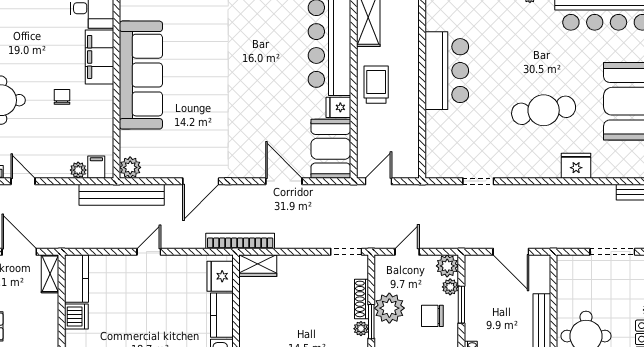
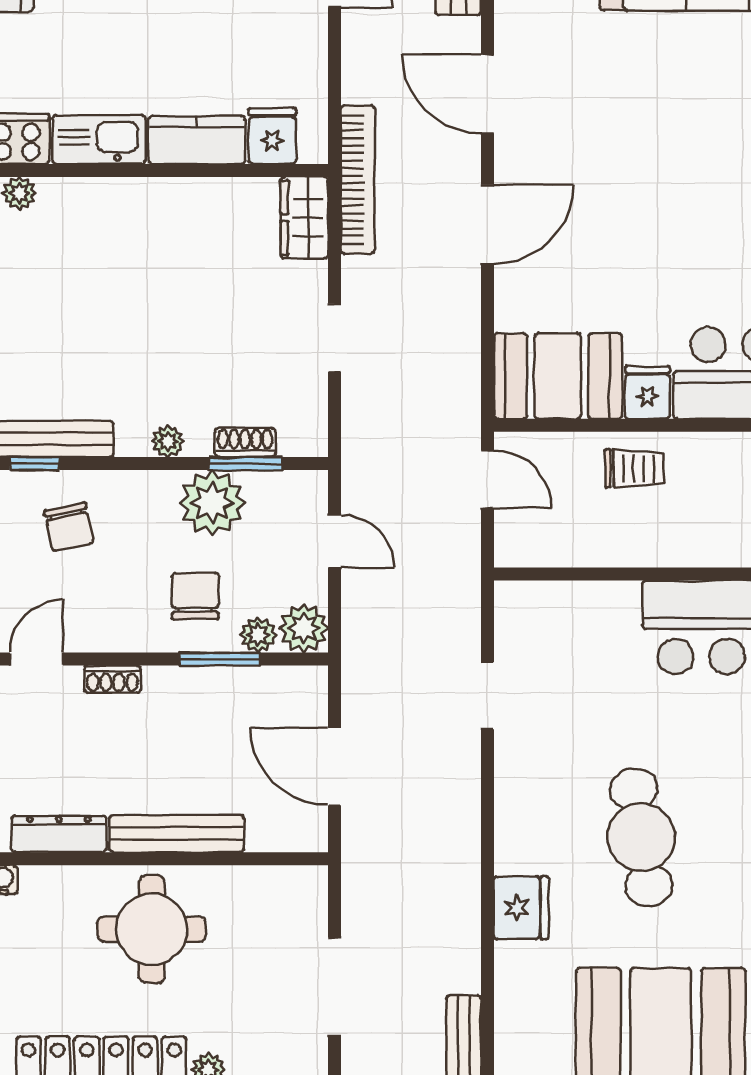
trolley: (376, 85) -> (635, 468), moved, width x0.73, depth x0.72
door: (284, 181) -> (487, 224), moved
doorway: (346, 252) -> (334, 338), moved
door: (511, 252) -> (334, 766), hinge flipped
fridge: (220, 276) -> (272, 136), width x0.72
shoe rack: (362, 299) -> (245, 443), width x0.70
window: (371, 322) -> (246, 464), moved

